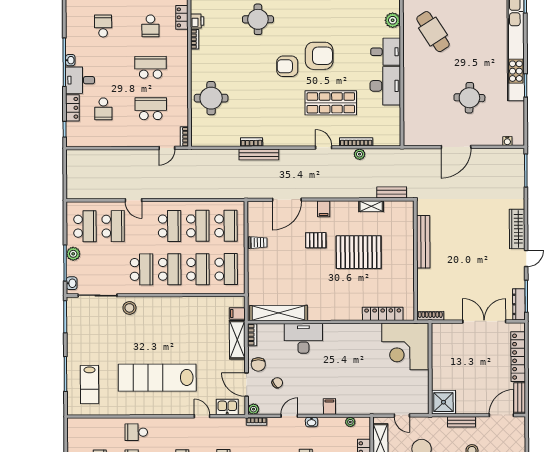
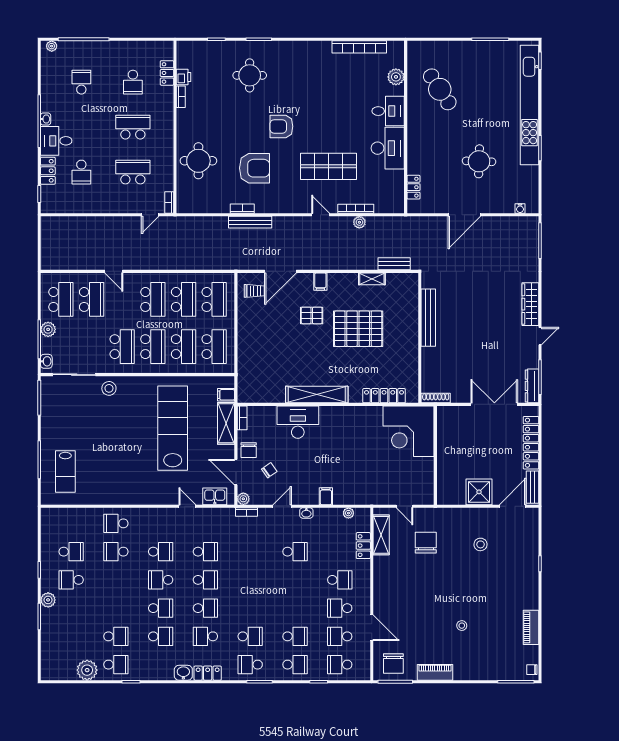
armchair: (319, 56) -> (254, 168), moved
locker: (409, 122) -> (413, 187), added
trolley: (258, 243) -> (254, 291), moved
shelving: (279, 313) -> (317, 394), moved
lab bench: (157, 378) -> (173, 428), moved, turned 90
shower: (443, 402) -> (479, 492), moved
bench: (462, 422) -> (469, 513), removed

